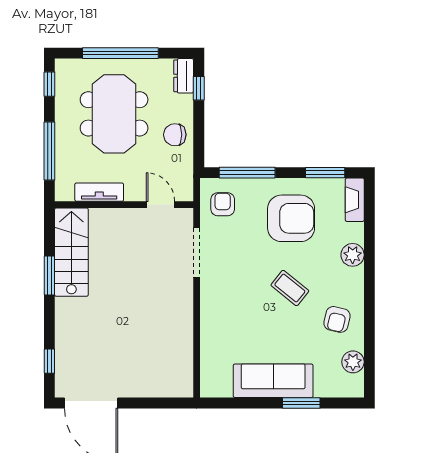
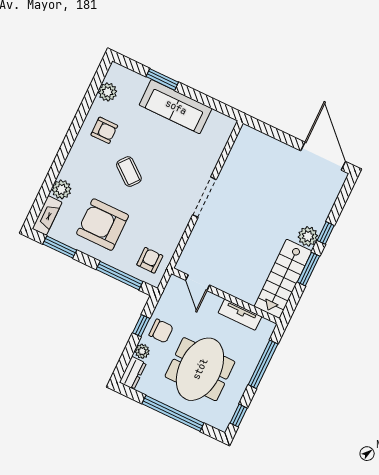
window: (199, 88) -> (141, 326), moved
plant: (185, 104) -> (142, 351), added
armchair: (223, 204) -> (150, 260), turned 180
doorway: (197, 253) -> (204, 197), moved
plant: (353, 255) -> (61, 189), moved
plant: (67, 310) -> (308, 236), added
armchair: (337, 319) -> (104, 130), turned 77
window: (49, 361) -> (326, 233), moved

